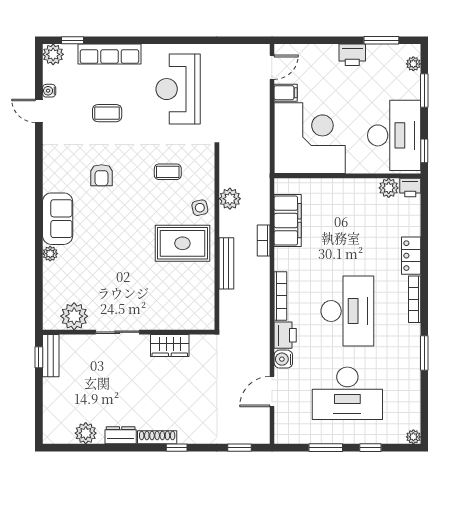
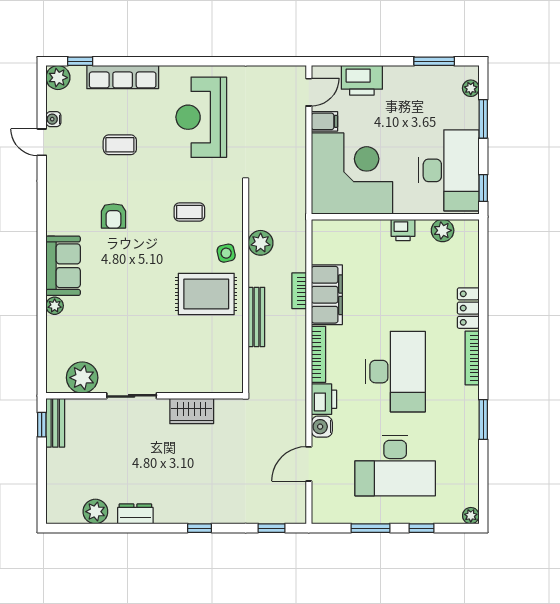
printer: (352, 55) -> (362, 80), moved, width x1.37, depth x1.19
printer: (410, 187) -> (403, 230), moved
filing cabinet: (288, 221) -> (327, 295), moved
shoe rack: (157, 437) -> (177, 516), removed

